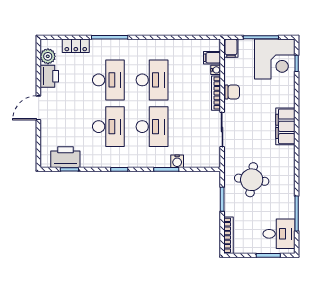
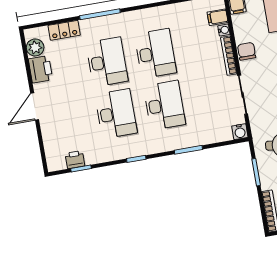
chair: (232, 92) -> (247, 51), turned -90
printer: (65, 157) -> (75, 160), width x0.53, depth x0.68
water cooler: (177, 161) -> (240, 132), moved

